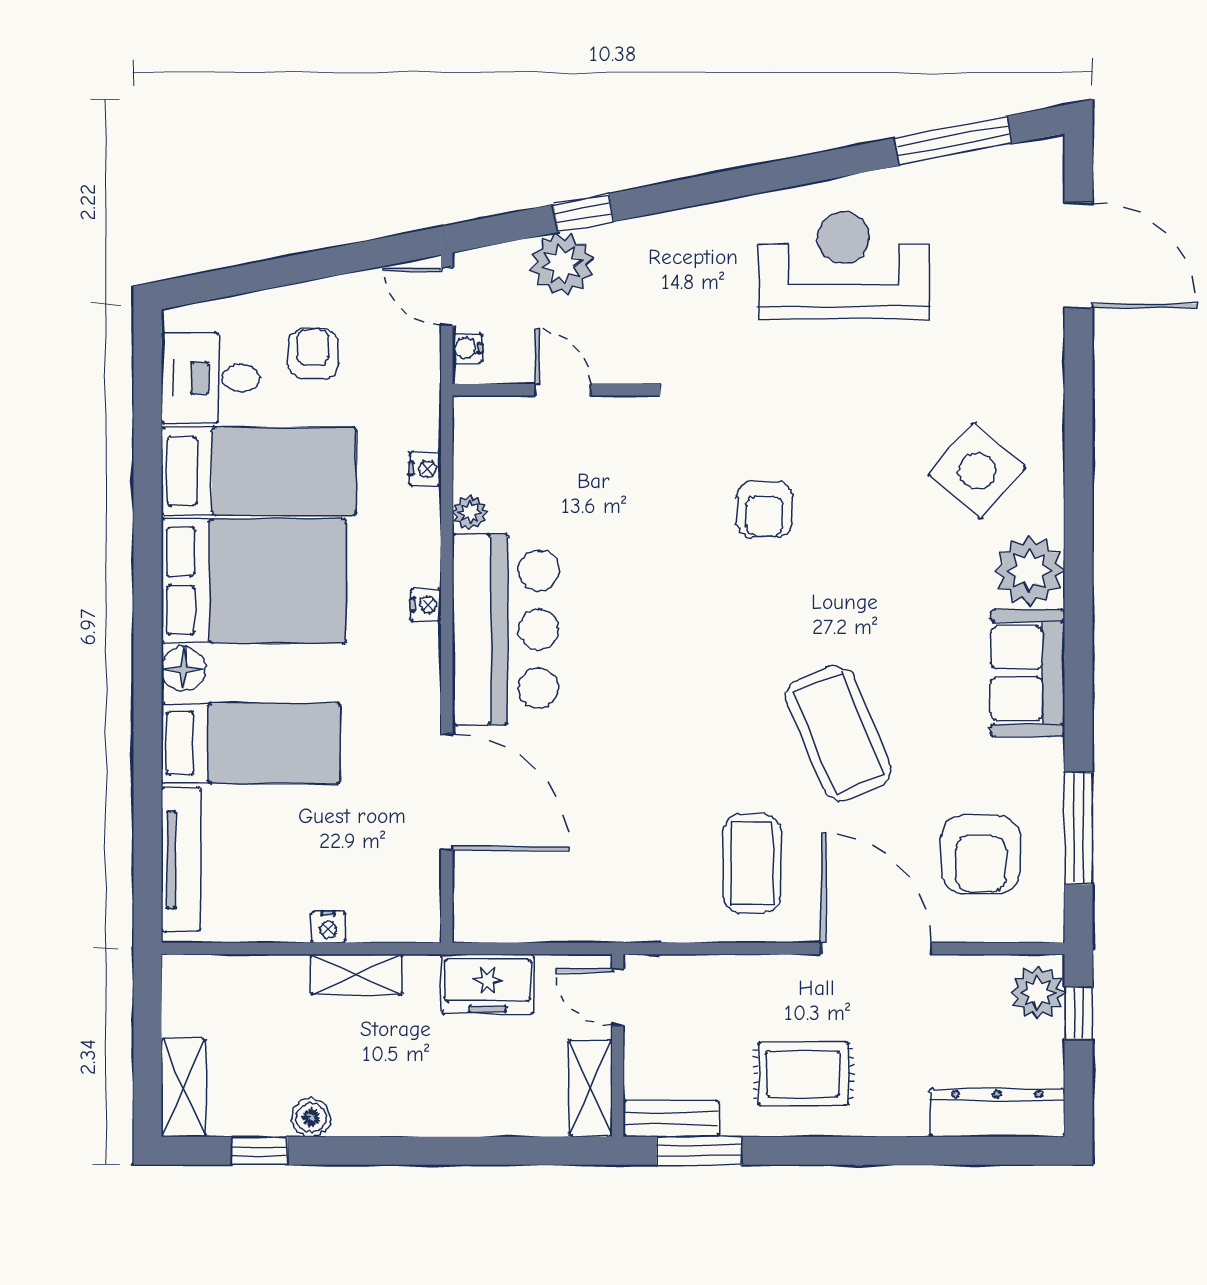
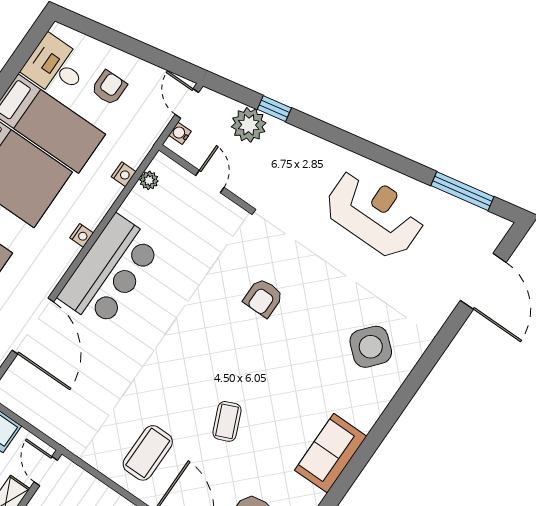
plant: (470, 513) -> (149, 180), moved
plant: (1029, 570) -> (363, 408), removed
coffee table: (839, 733) -> (227, 421), width x0.54, depth x0.58

